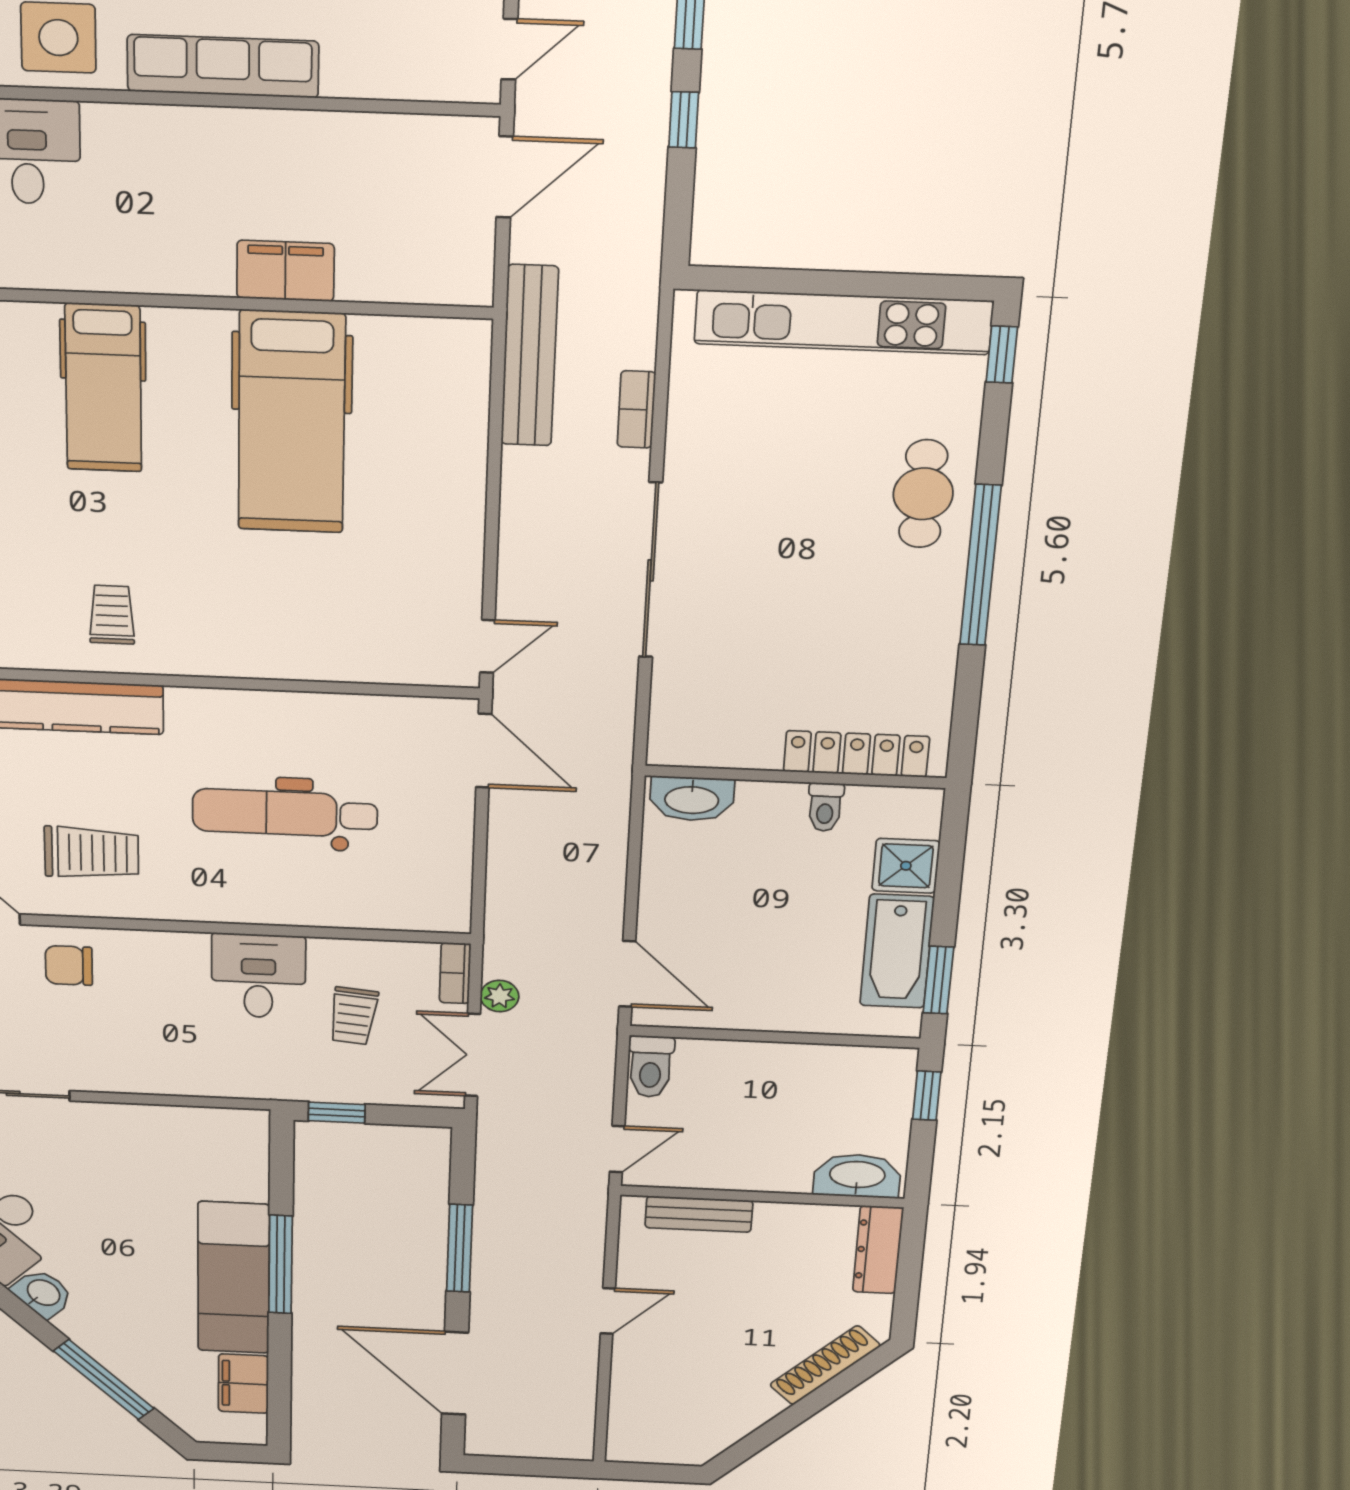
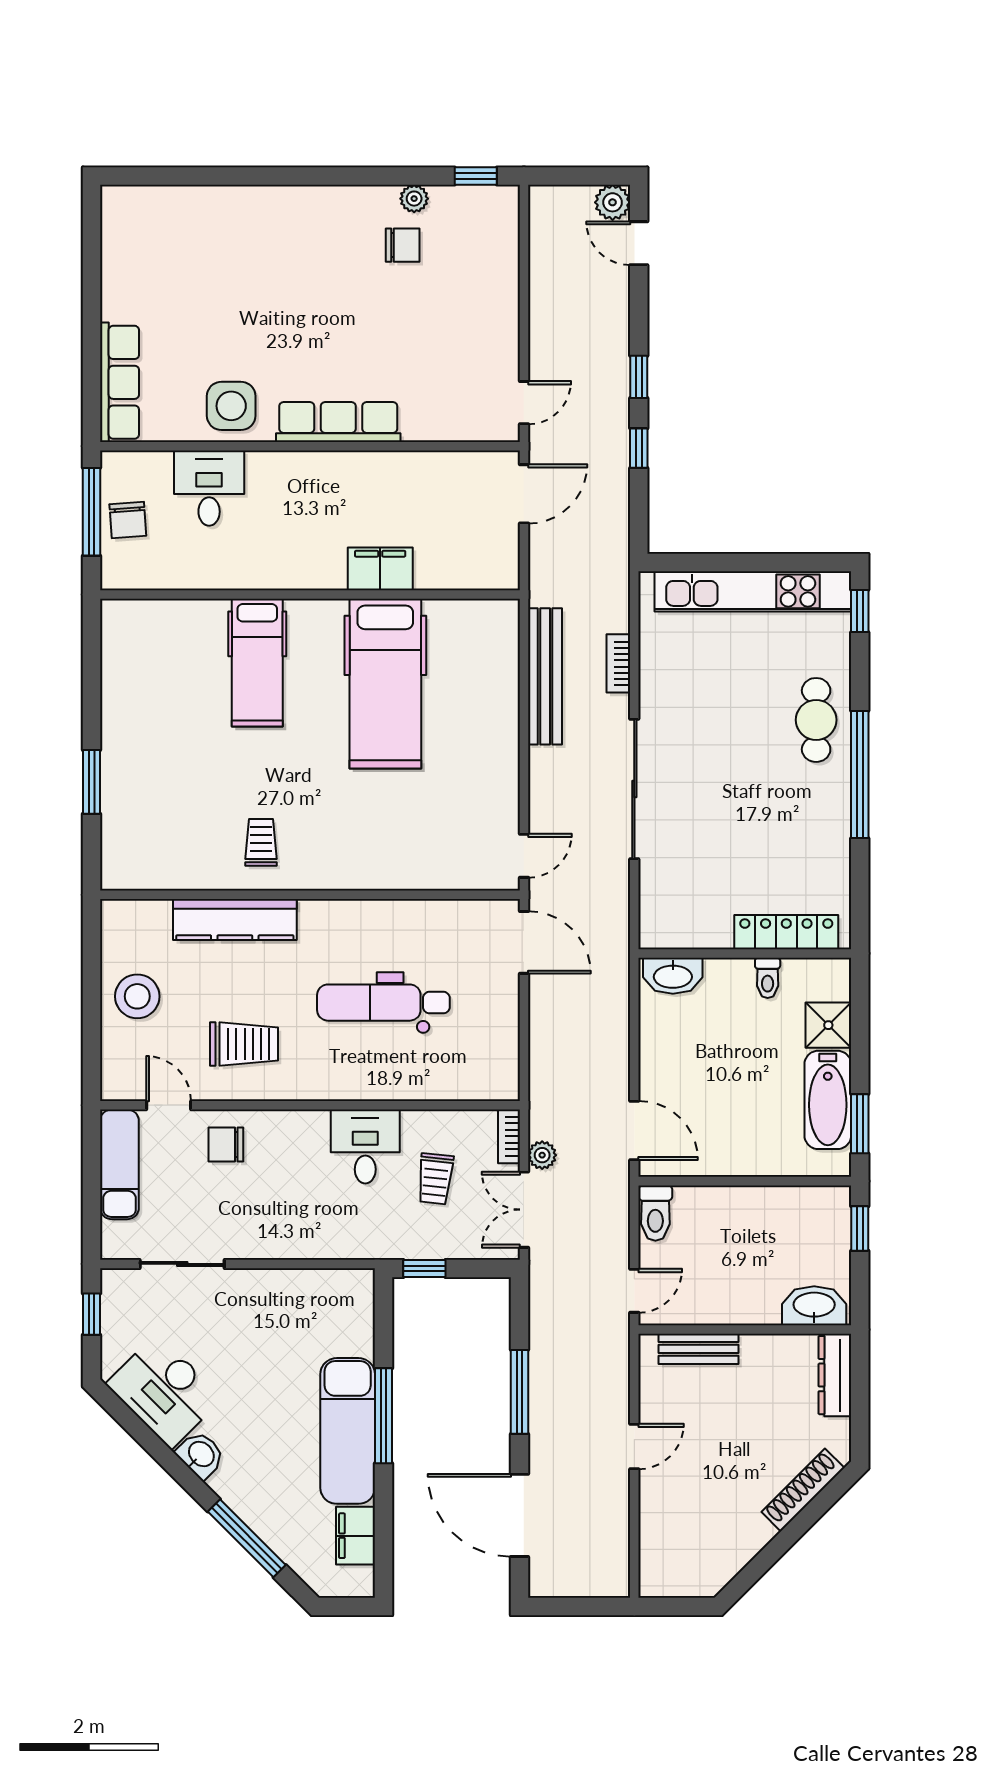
bench: (530, 356) -> (545, 676), moved

